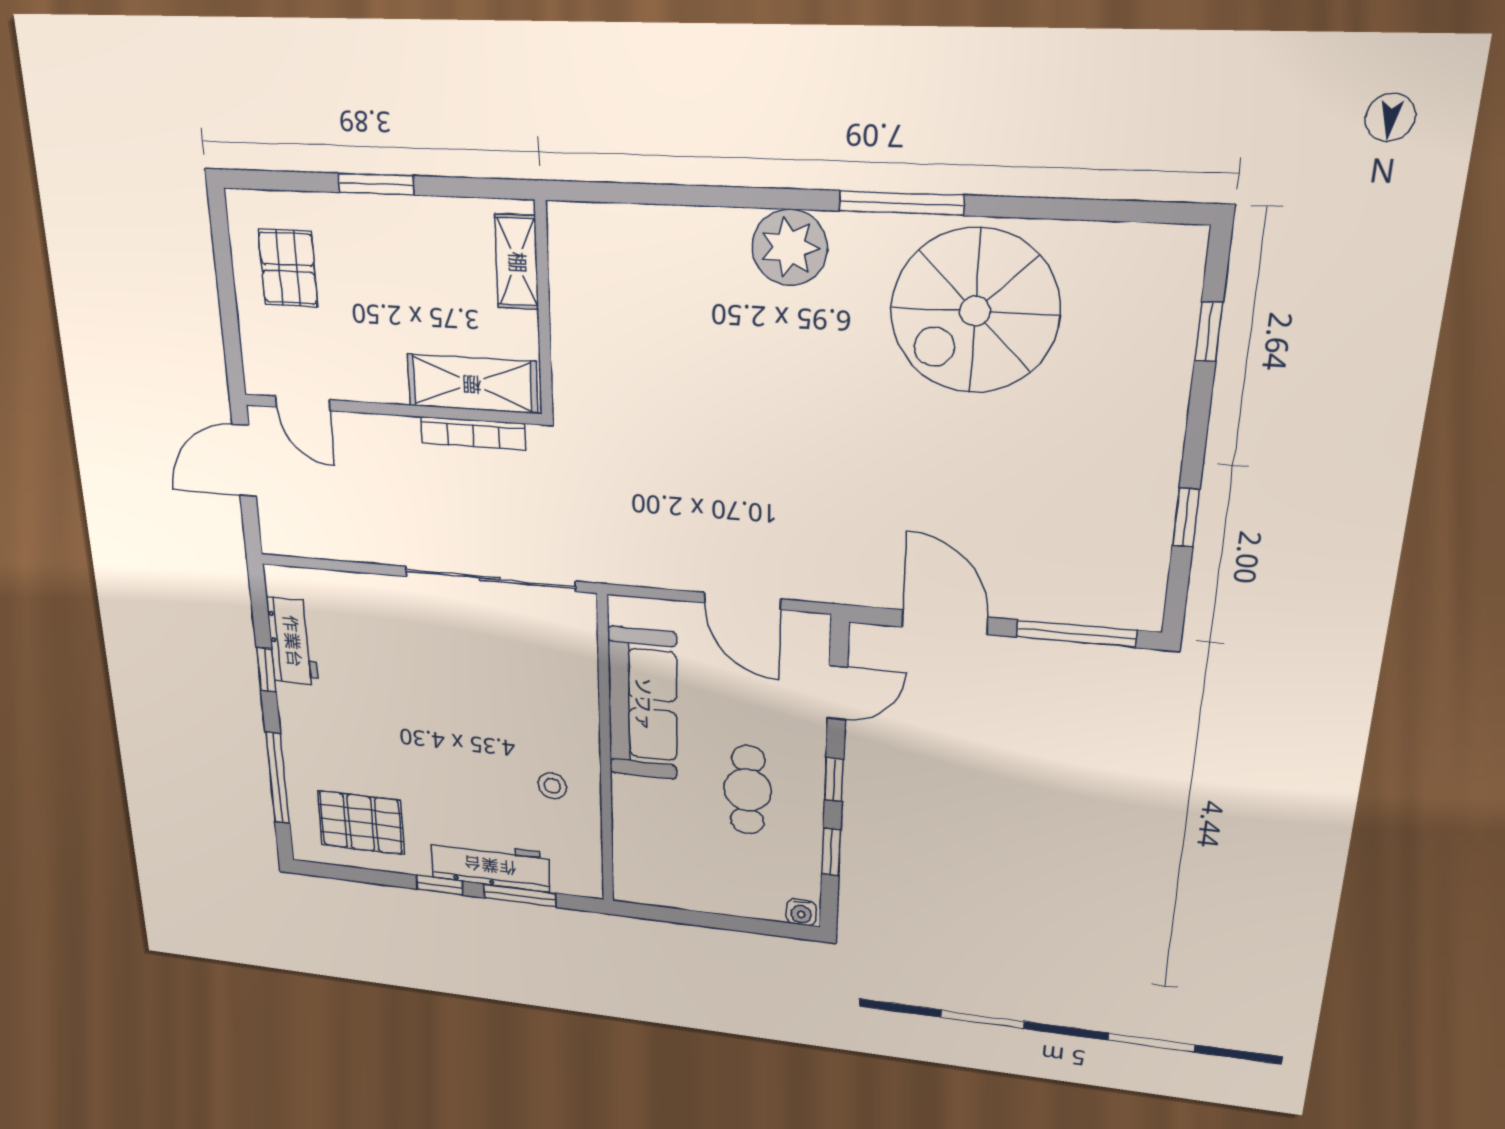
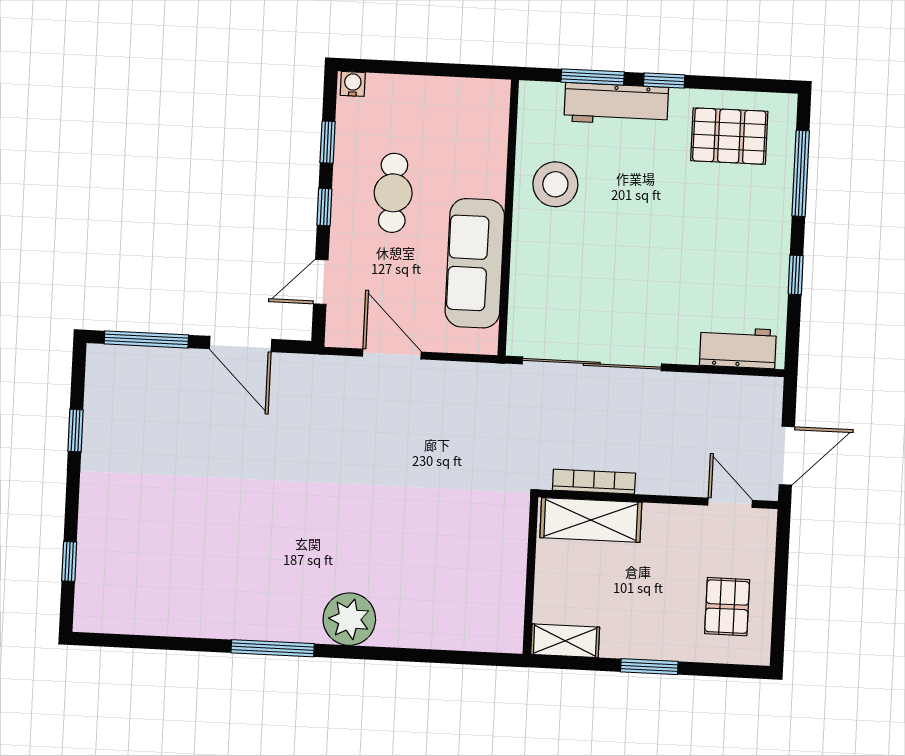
shelving: (517, 262) -> (565, 641), moved, turned 90
spiral stairs: (975, 311) -> (222, 575), removed
workbench: (292, 641) -> (738, 348), moved, turned 90
stool: (552, 786) -> (555, 184), width x1.89, depth x1.89

